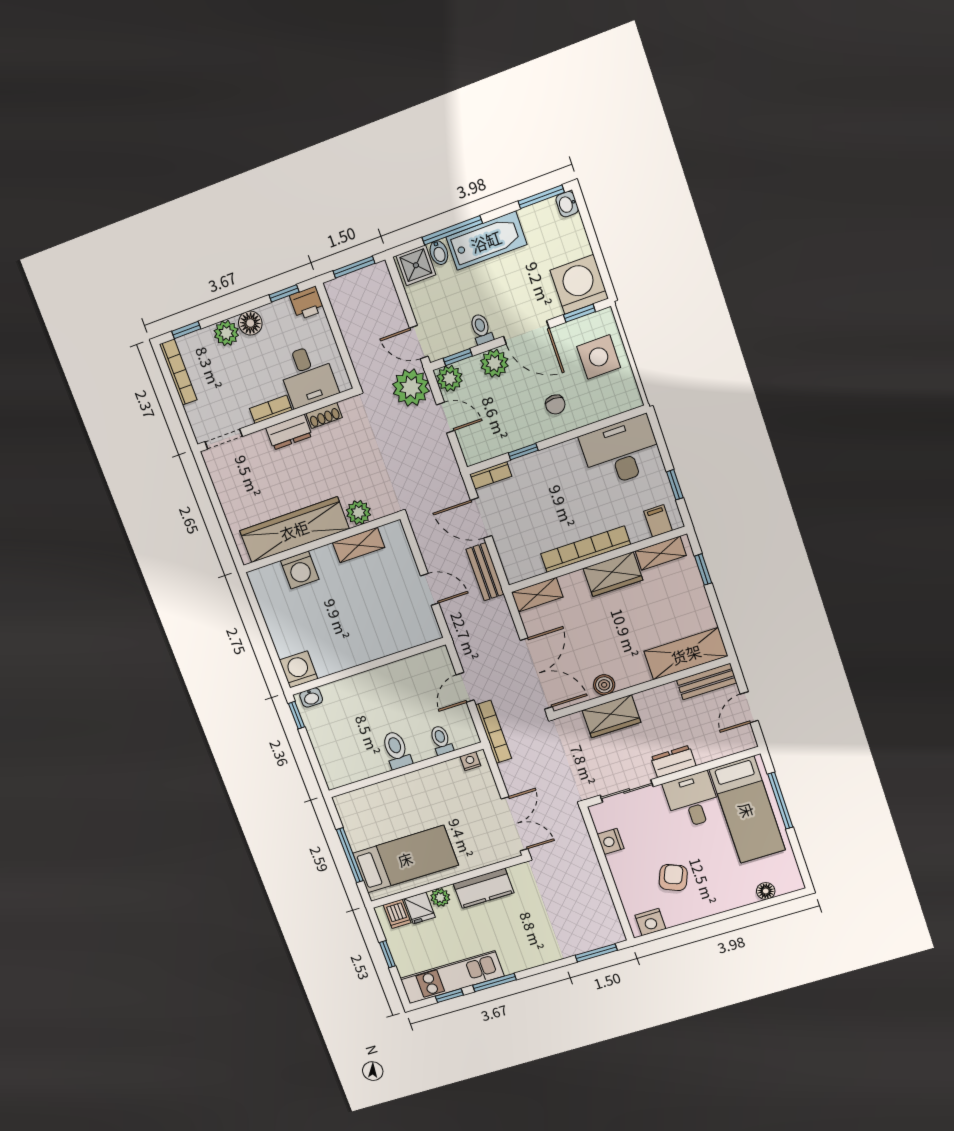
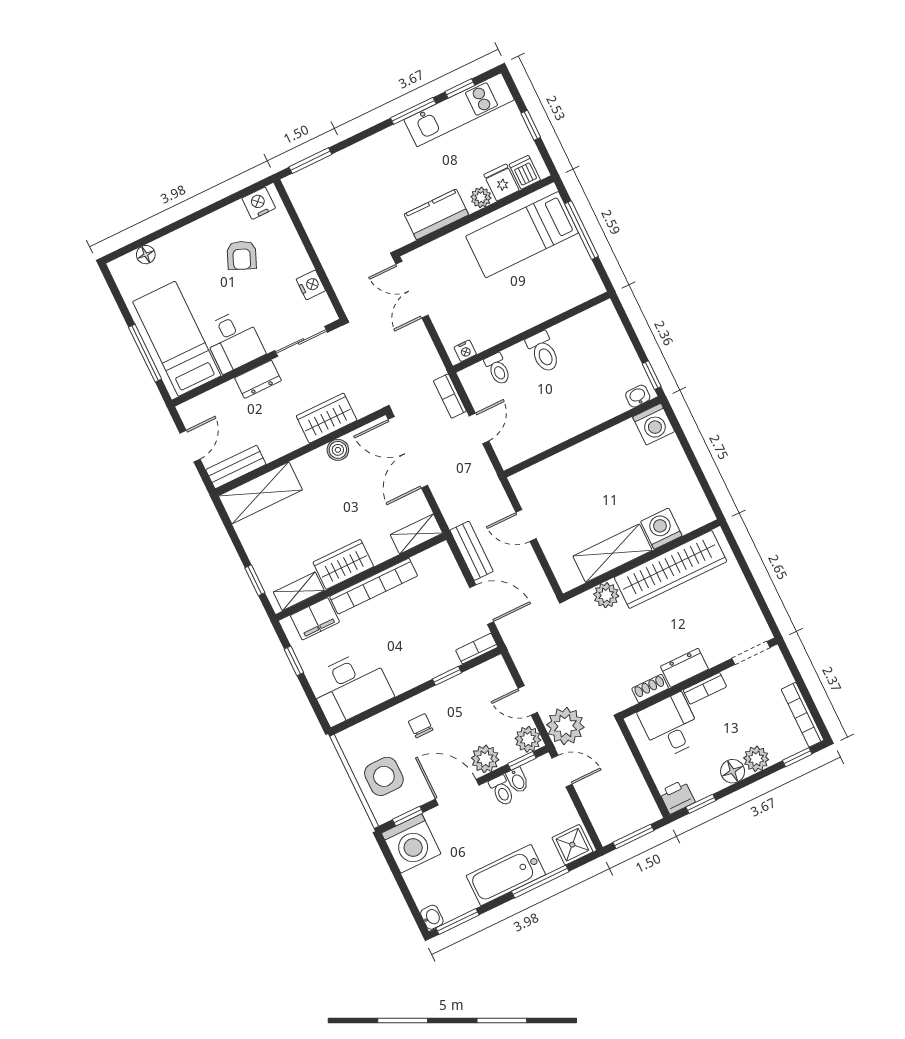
bidet: (439, 253) -> (517, 780), moved, turned 180
filing cabinet: (658, 521) -> (315, 619), width x2.00
shelving: (359, 545) -> (613, 553), width x1.50, depth x1.33
bookcase: (493, 732) -> (450, 396), width x0.64

